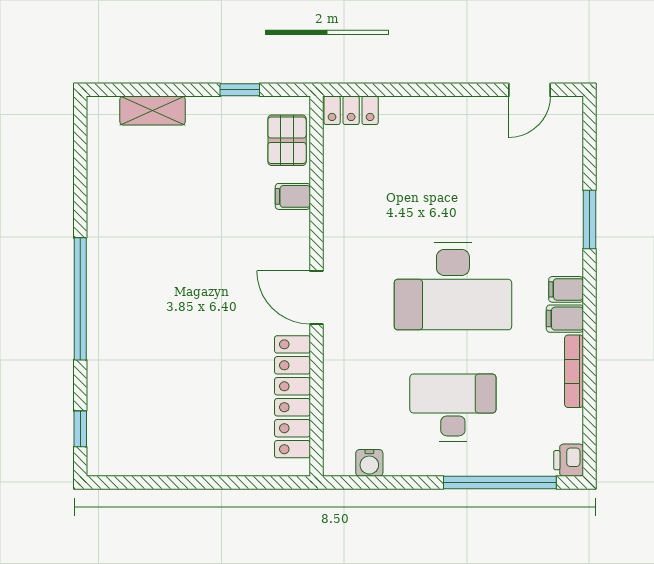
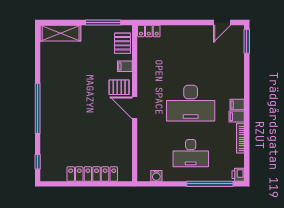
window: (240, 90) -> (103, 23), width x2.17
shelving: (153, 111) -> (61, 33), width x1.50, depth x1.33
window: (589, 219) -> (247, 41), moved
pallet: (279, 247) -> (119, 87), added
locker: (292, 397) -> (92, 174), moved, turned 90
desk: (453, 408) -> (191, 153), turned 180

